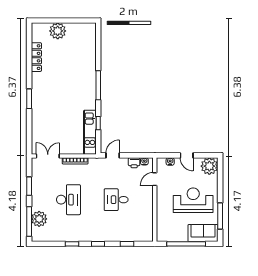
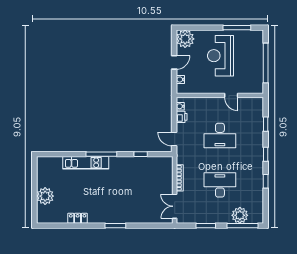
locker: (36, 57) -> (78, 218), width x0.66
kitchen unit: (90, 132) -> (86, 163), moved
door: (155, 179) -> (231, 95), moved
desk: (116, 200) -> (220, 135), width x1.37
sofa: (203, 233) -> (255, 45), removed

